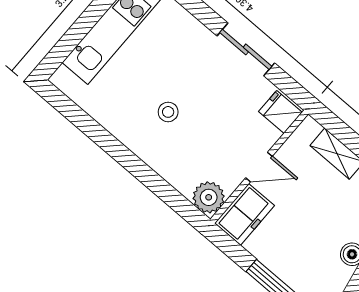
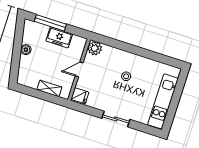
sliding door: (246, 49) -> (116, 119), moved
freezer: (245, 214) -> (59, 37), moved, turned -90

